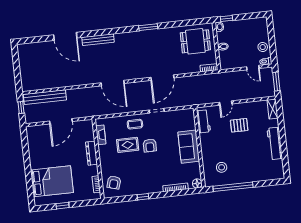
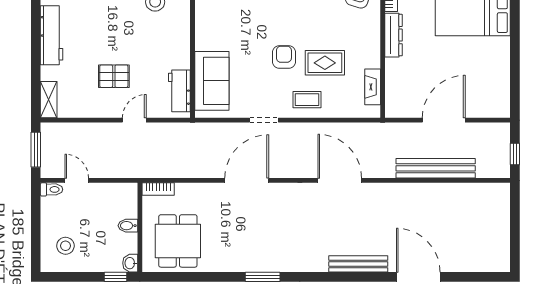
dining table: (195, 41) -> (178, 241), turned 90
stool: (263, 47) -> (65, 246), moved
bench: (45, 97) -> (436, 168), moved
sofa: (189, 147) -> (212, 81), moved
dresser: (92, 153) -> (393, 35), moved

